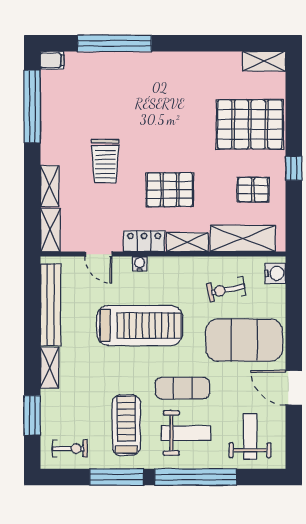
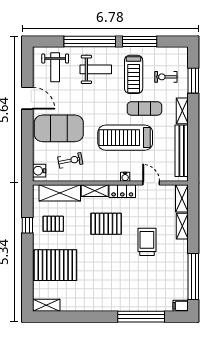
window: (294, 168) -> (27, 225), moved
exercise mat: (183, 388) -> (144, 108), moved
weight bench: (186, 433) -> (96, 69), turned 180
exercise bike: (70, 449) -> (166, 77), moved

